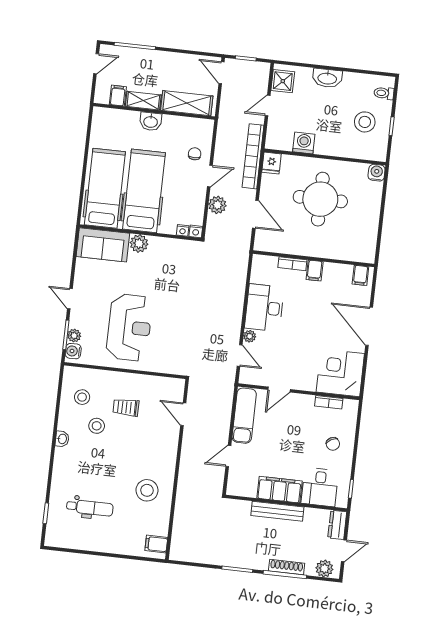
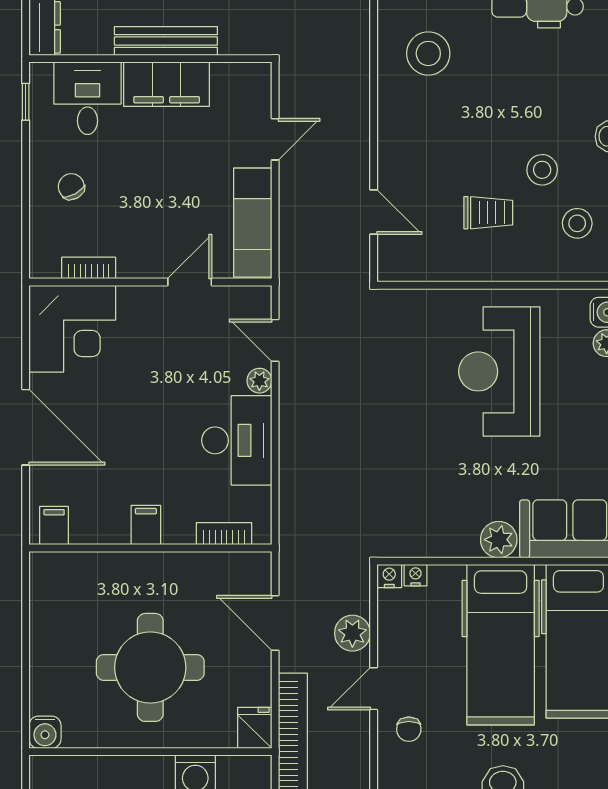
bookcase: (292, 264) -> (224, 534), moved

